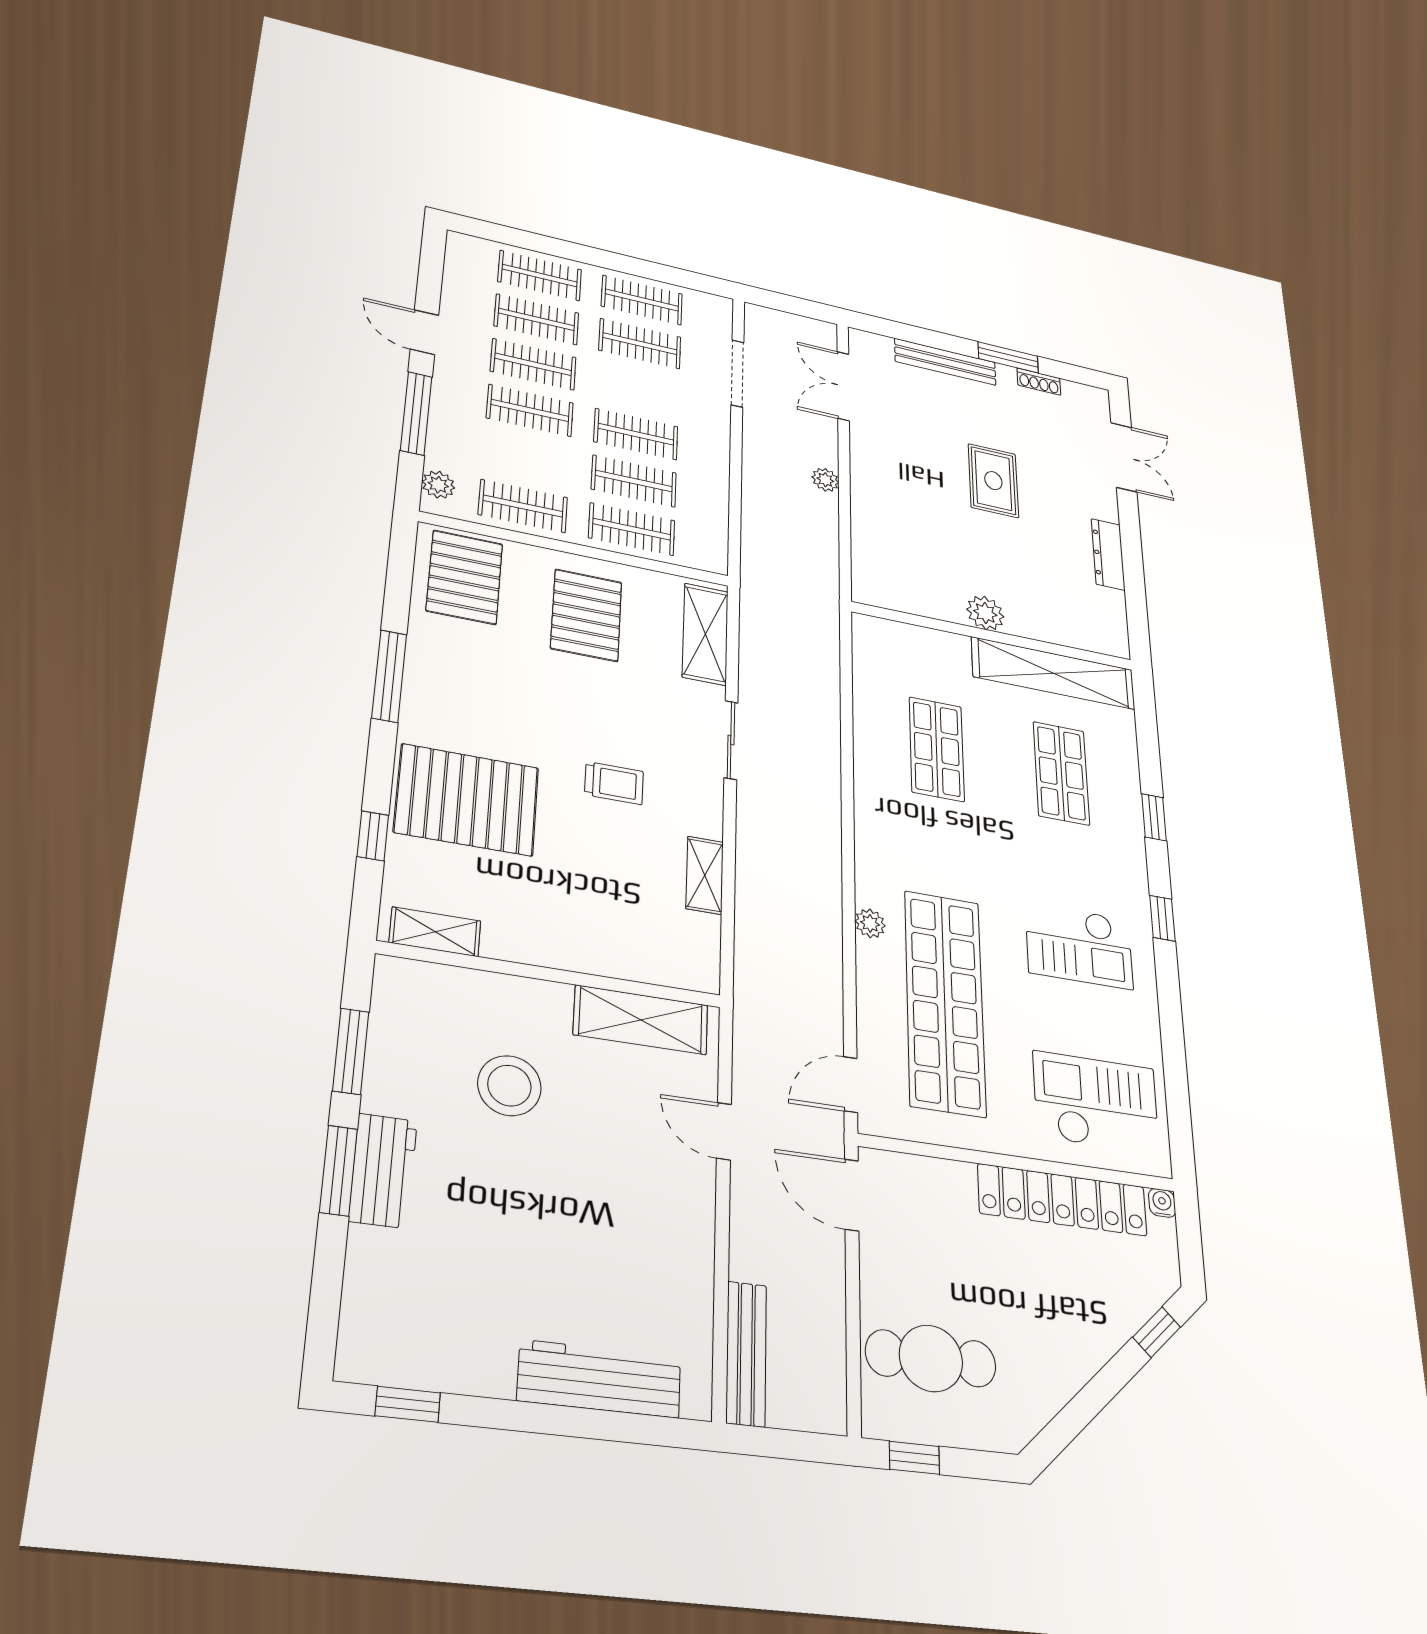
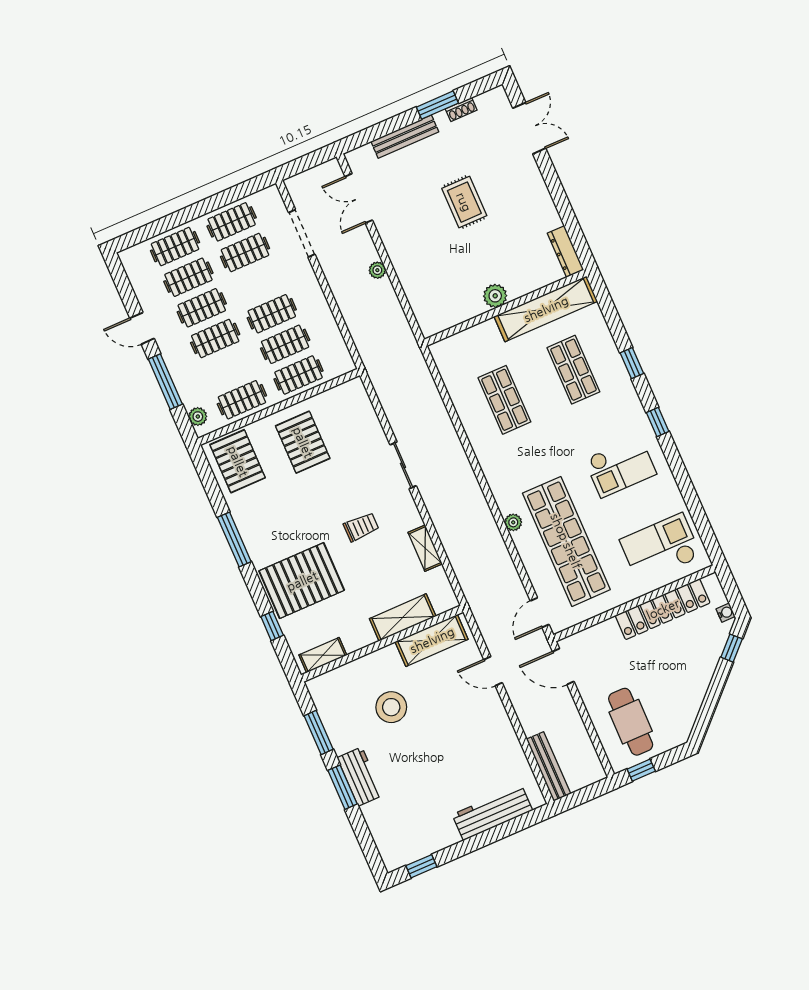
dresser: (1108, 554) -> (566, 252), moved
shelving: (705, 634) -> (403, 617), moved, turned 90
water cooler: (1162, 1203) -> (726, 613), moved, turned 90
cafe table: (931, 1358) -> (631, 722), turned 90

